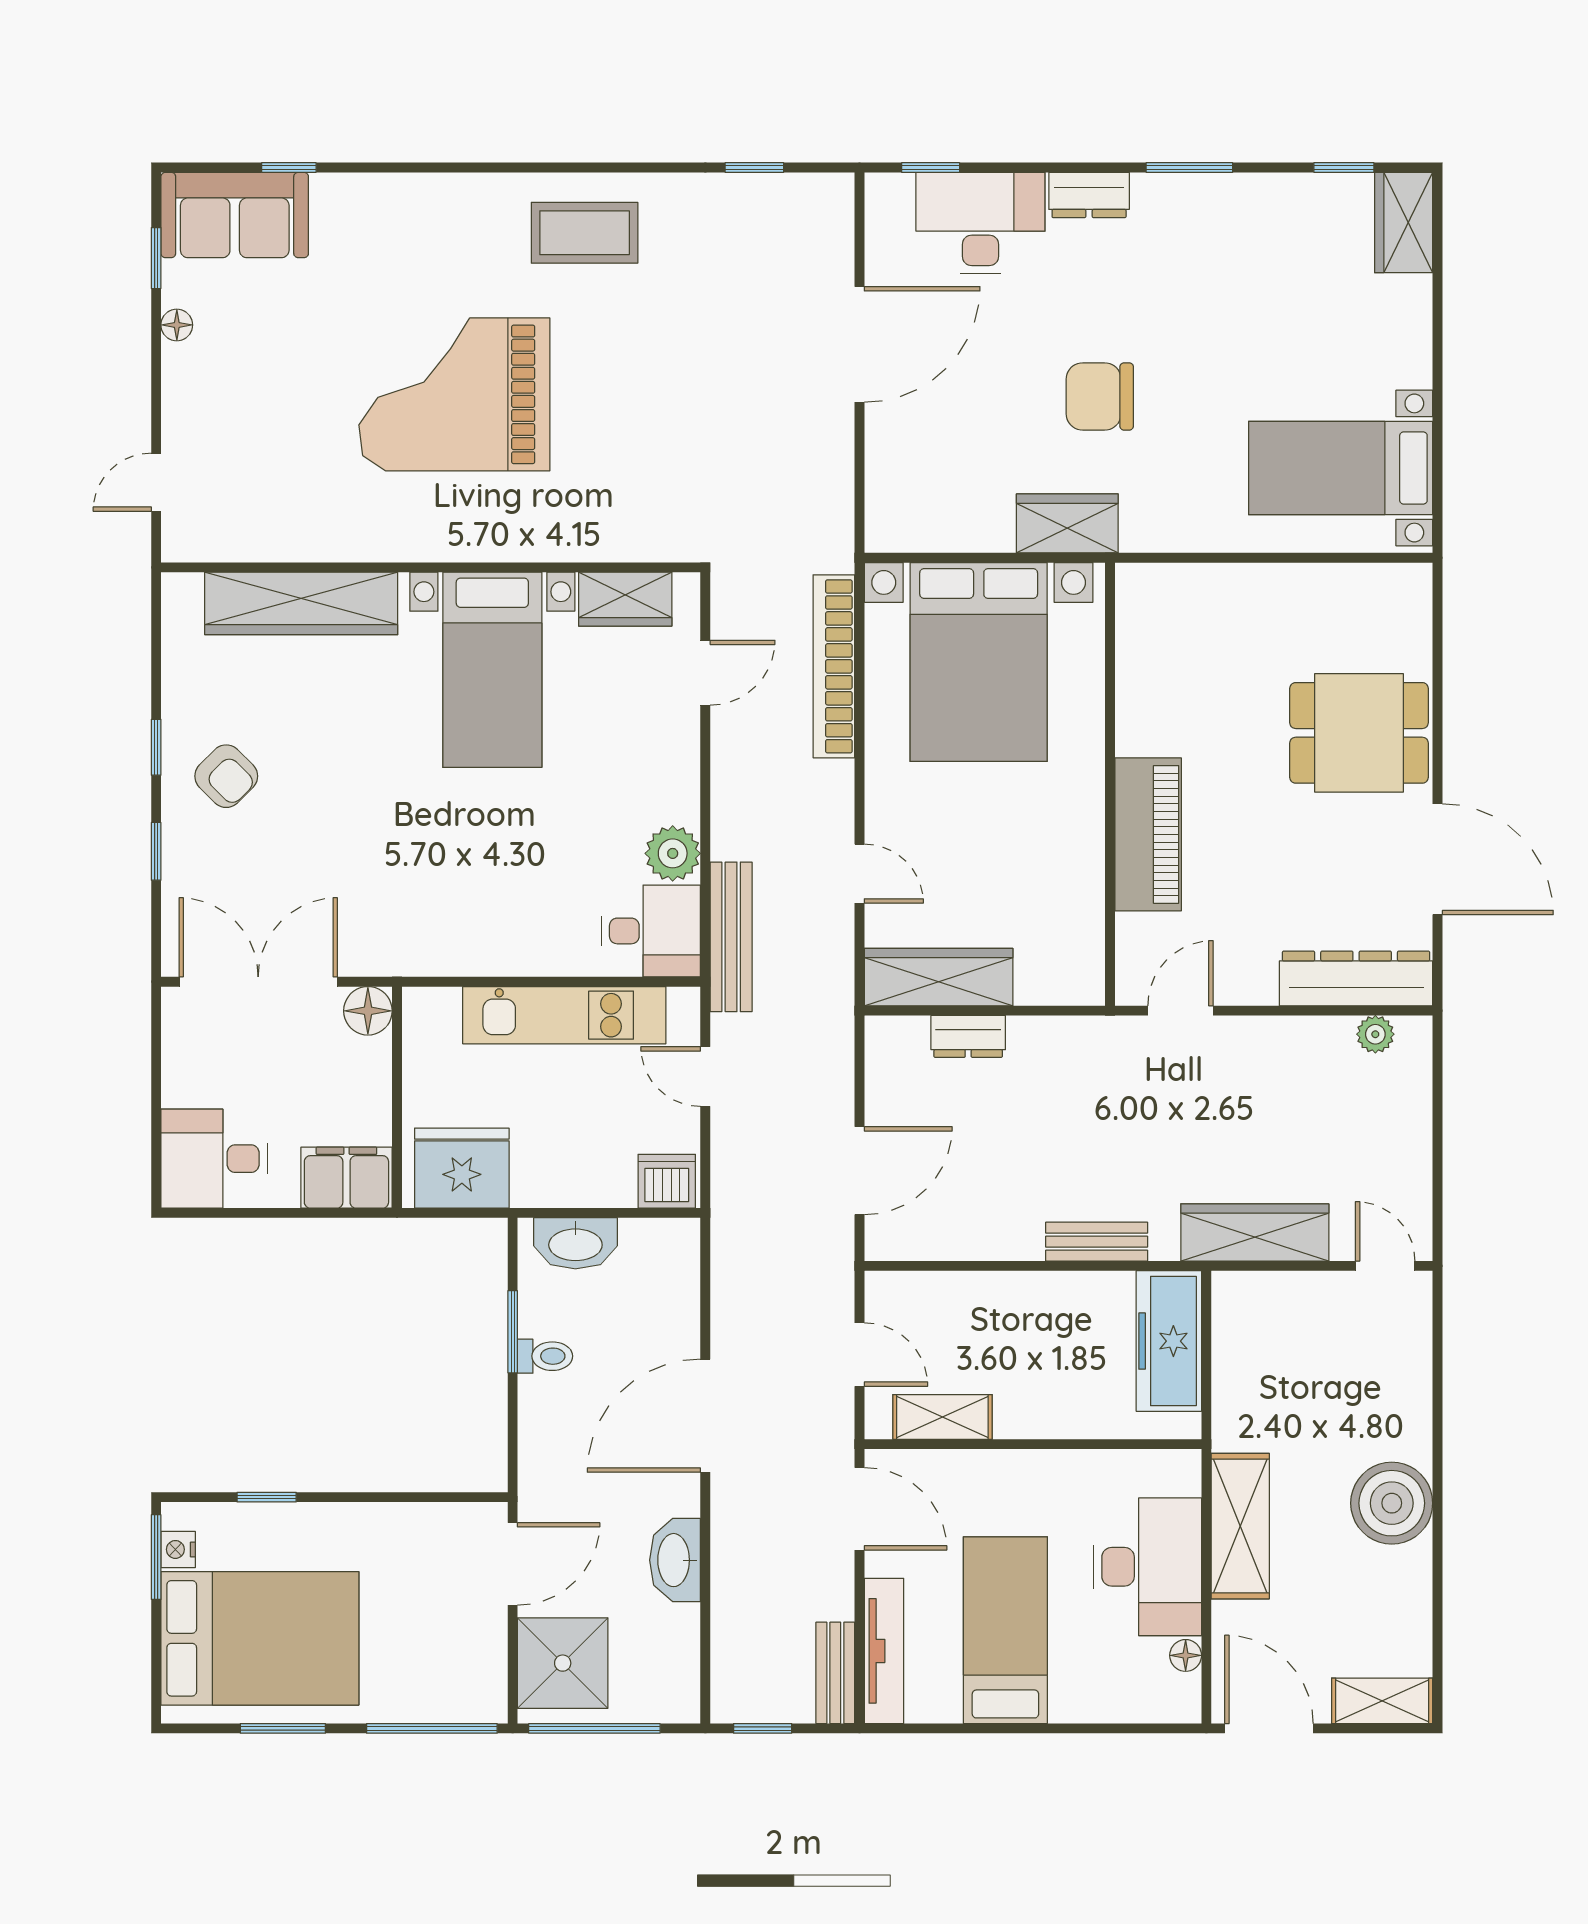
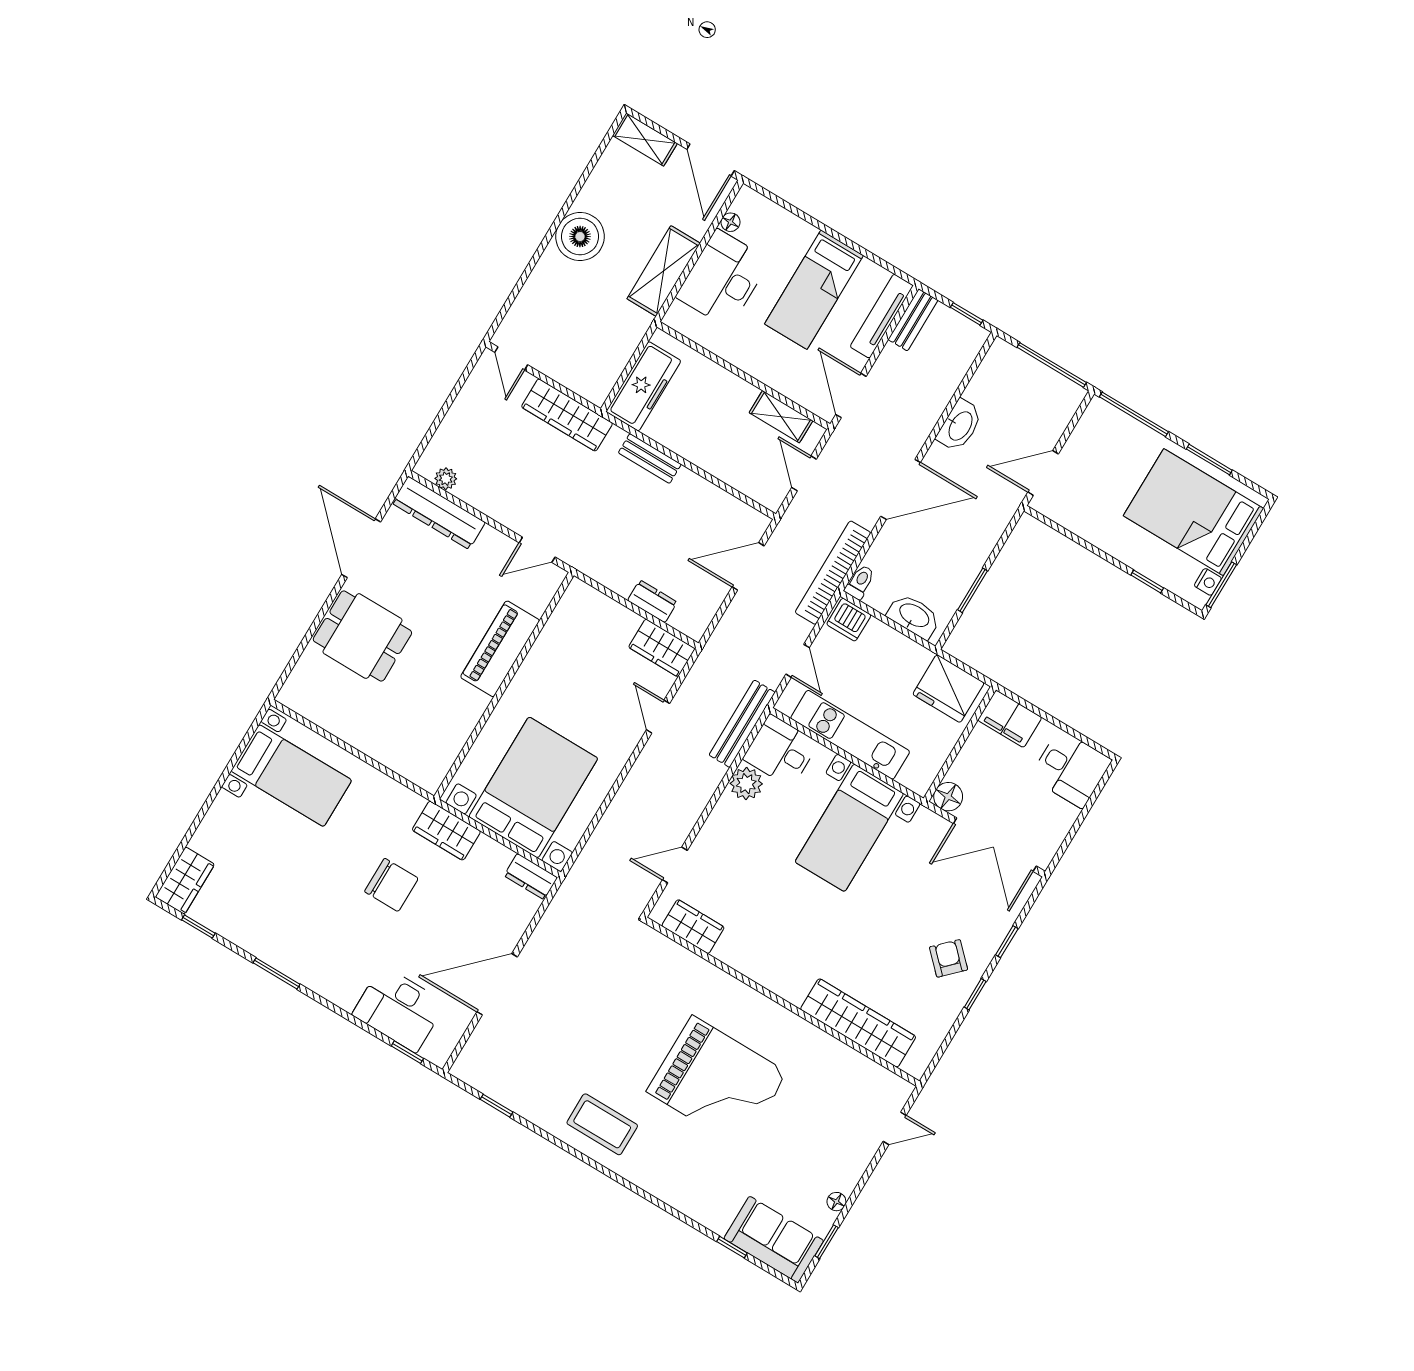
dresser: (1089, 195) -> (531, 877), moved, turned 180
bookcase: (834, 666) -> (833, 573), moved, turned 180
bed with nightstands: (492, 670) -> (849, 828), moved, turned 180
wardrobe: (939, 977) -> (662, 648), width x0.67
toilet: (545, 1356) -> (860, 582), moved, turned 90
shower: (563, 1663) -> (1048, 408), removed

